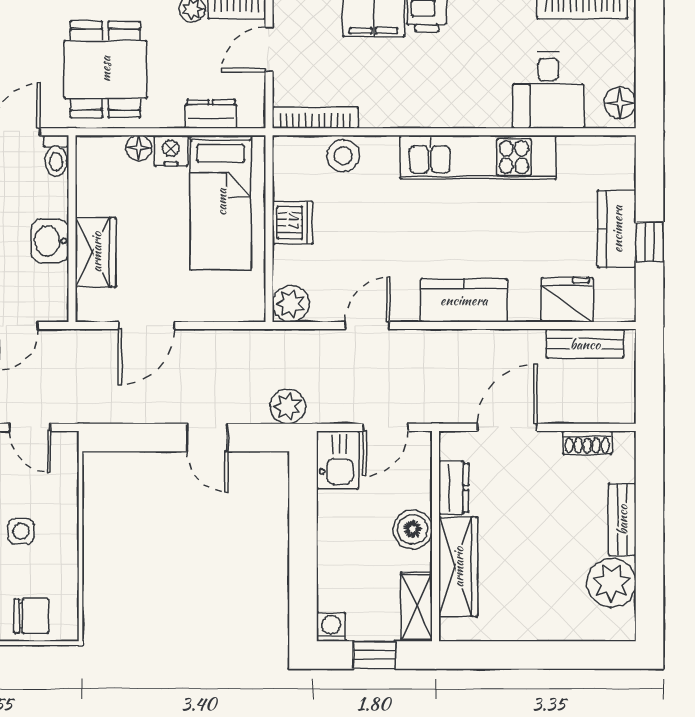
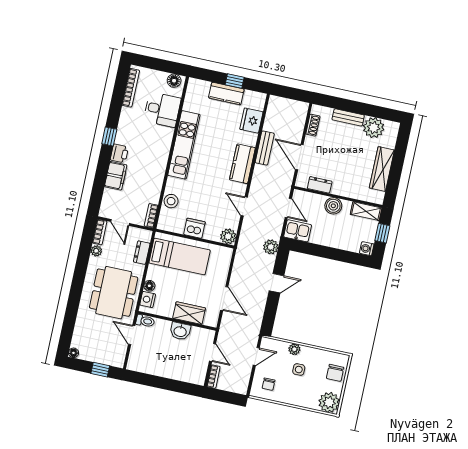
dining table: (105, 69) -> (114, 293), width x1.38
bookcase: (315, 117) -> (151, 216), width x0.64
nightstand: (171, 151) -> (148, 299), moved
bench: (585, 344) -> (265, 148), moved
plant: (65, 511) -> (294, 349), added
wardrobe: (458, 567) -> (382, 169), moved, turned -90
chair: (31, 616) -> (335, 373), turned 180

